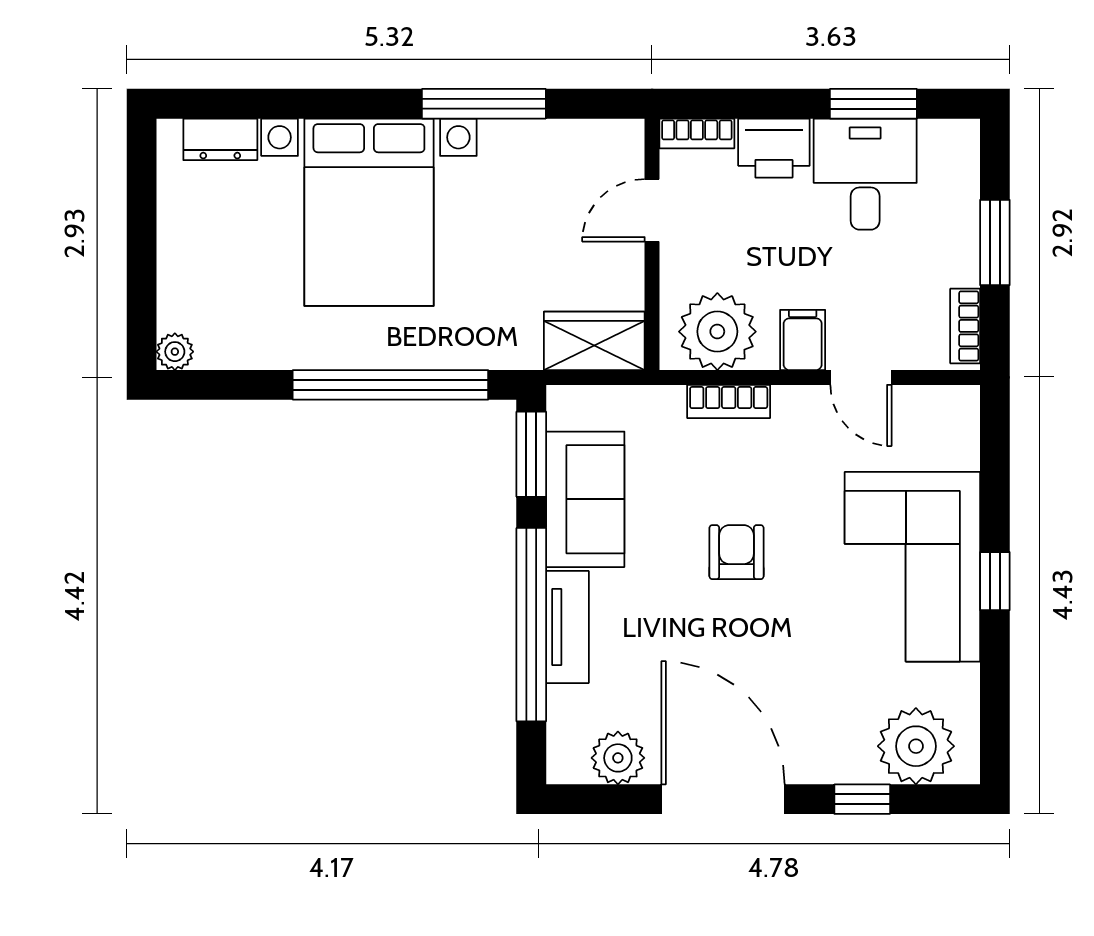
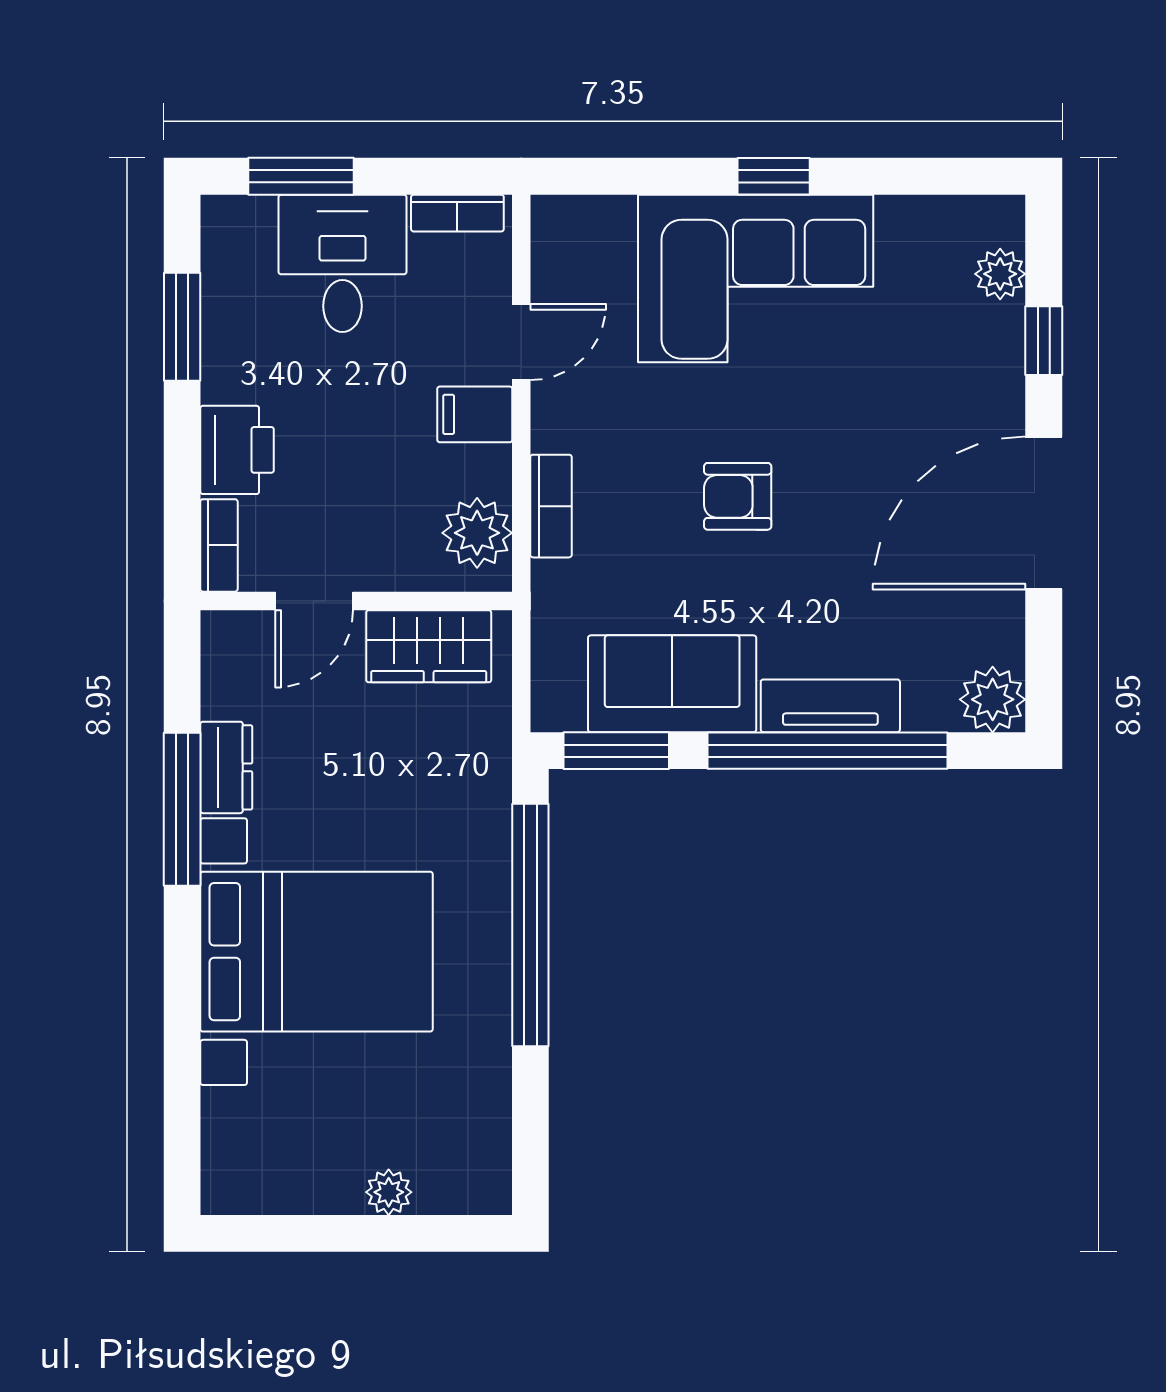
dresser: (220, 139) -> (226, 767), moved
desk: (865, 174) -> (342, 263), moved, turned 90
door: (652, 210) -> (314, 601), hinge flipped
window: (995, 243) -> (301, 176), moved
plant: (717, 332) -> (477, 533), width x0.73, depth x0.73
wardrobe: (594, 341) -> (429, 646), moved, turned -90
plant: (175, 352) -> (389, 1192), moved
plant: (916, 746) -> (1000, 274), width x0.53, depth x0.53
plant: (618, 758) -> (993, 699), moved

